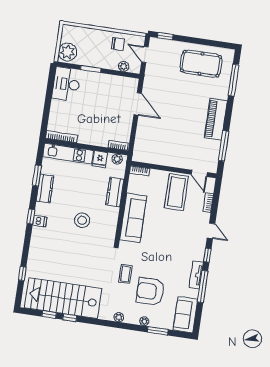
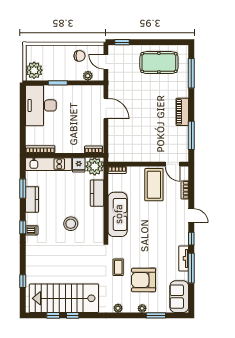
desk: (66, 84) -> (41, 105), width x1.36, depth x1.30
piano: (216, 119) -> (182, 112), width x0.73, depth x0.75
plant: (117, 159) -> (95, 166), width x1.88, depth x1.88

